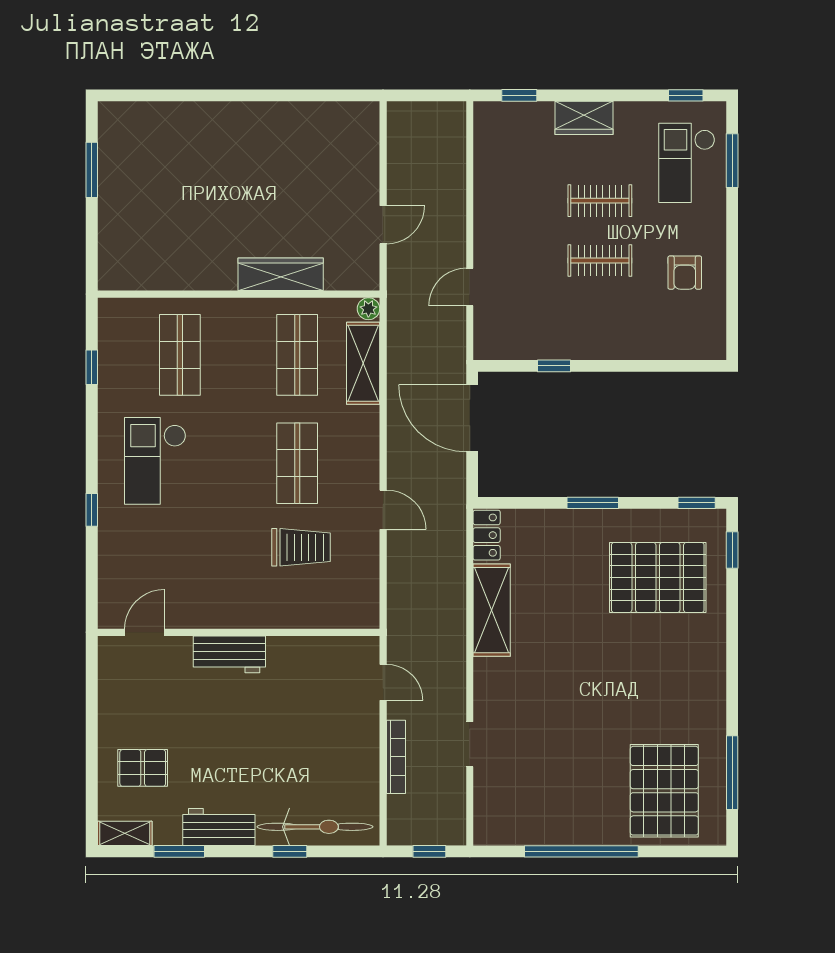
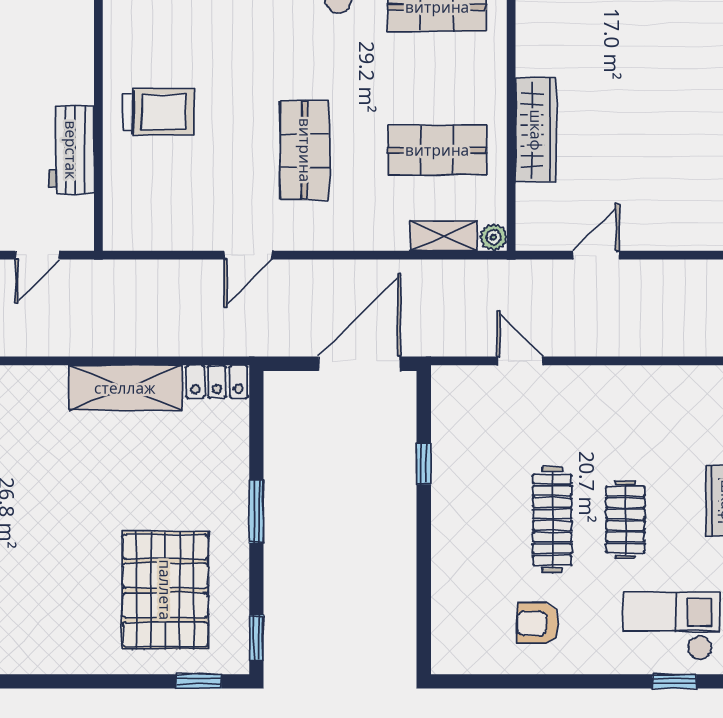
window: (732, 161) -> (674, 681), width x0.67
door: (383, 225) -> (596, 255), swing flipped
clothes rail: (600, 261) -> (552, 520), width x1.36
shelving: (363, 363) -> (444, 236), width x0.67, depth x0.75
shop shelf: (297, 463) -> (305, 150), turned 90
trolley: (301, 547) -> (158, 112), moved, turned -90
workbench: (229, 654) -> (71, 150), moved

